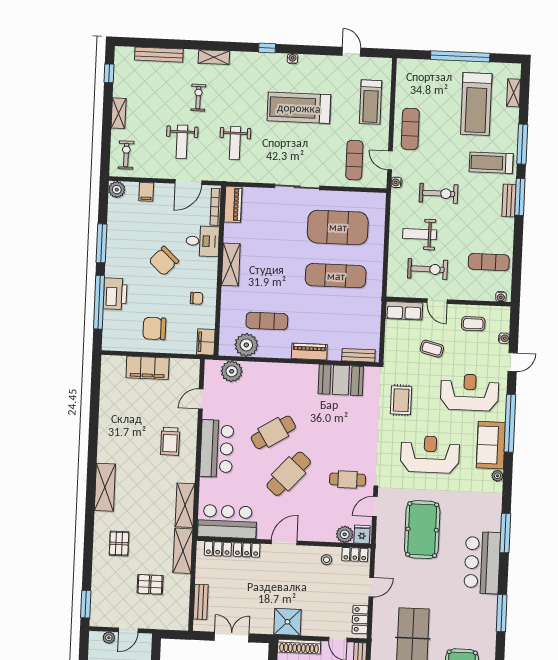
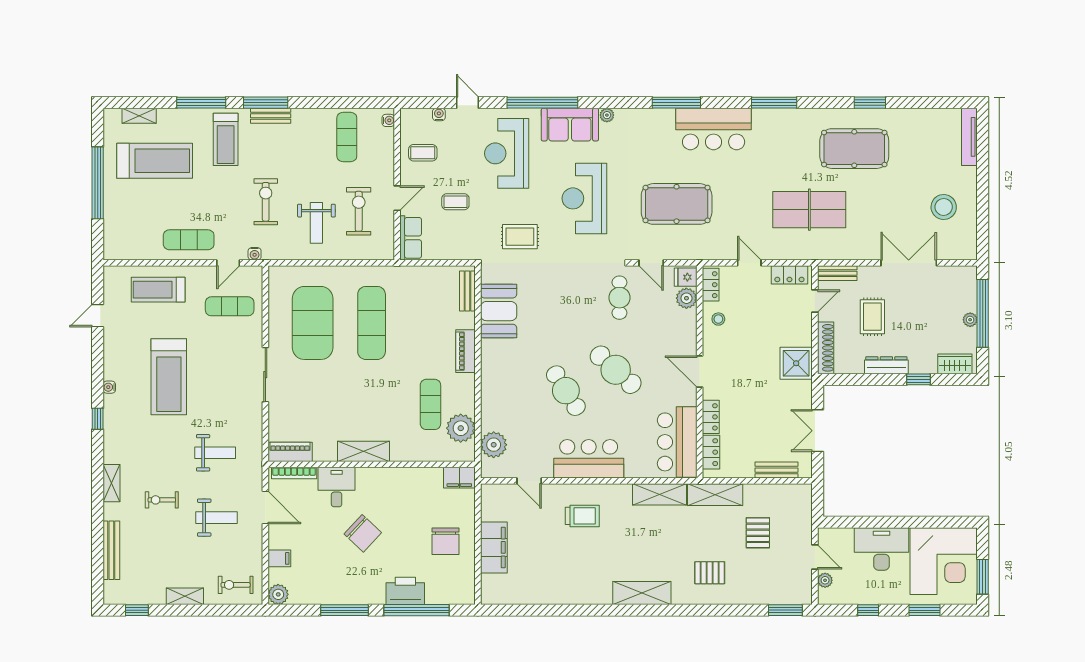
treadmill: (371, 102) -> (158, 290), turned 180
chair: (197, 298) -> (407, 491), removed
coffee table: (473, 324) -> (423, 153), turned 90
coffee table: (432, 349) -> (455, 202), turned 76

